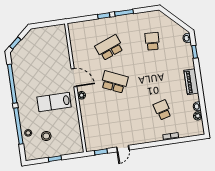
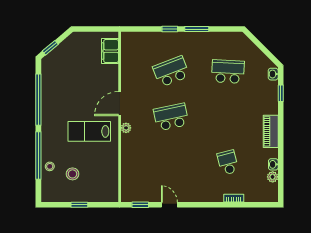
filing cabinet: (61, 39) -> (110, 51), added
school desk: (152, 41) -> (228, 71), width x1.85
door: (74, 78) -> (120, 104), swing flipped
school desk: (114, 82) -> (171, 117), turned -36
door: (123, 149) -> (169, 205), swing flipped

